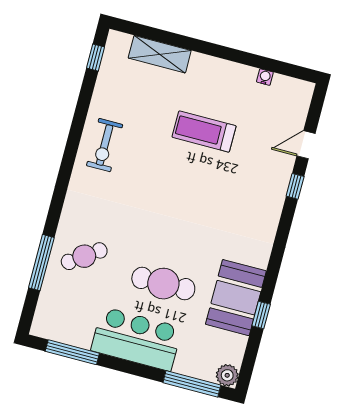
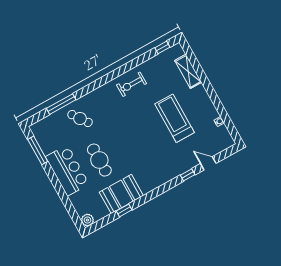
treadmill: (204, 132) -> (175, 118), width x1.37, depth x1.38
window: (192, 384) -> (71, 209), removed

